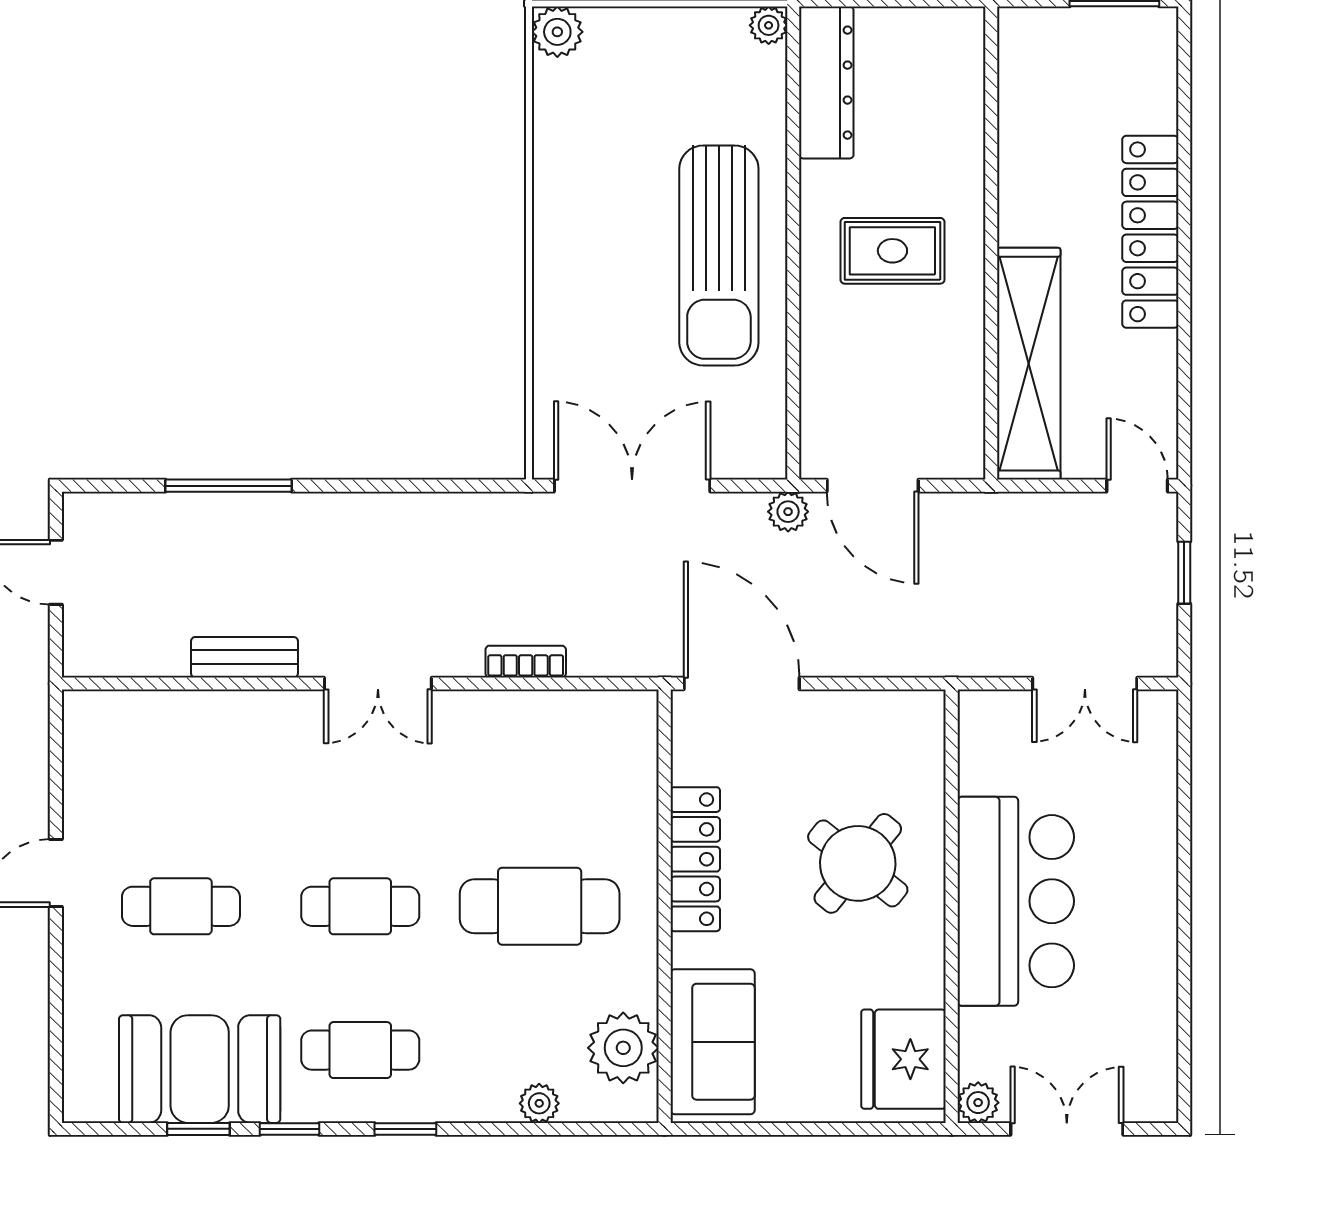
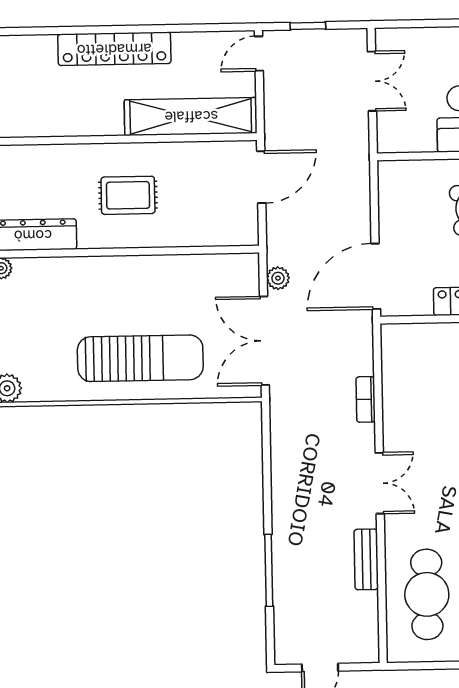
rug: (892, 251) -> (128, 195), turned 90
sun lounger: (719, 255) -> (140, 358), moved
door: (873, 486) -> (261, 177), moved
plant: (788, 512) -> (278, 278), moved
cafe table: (181, 763) -> (427, 594), added

